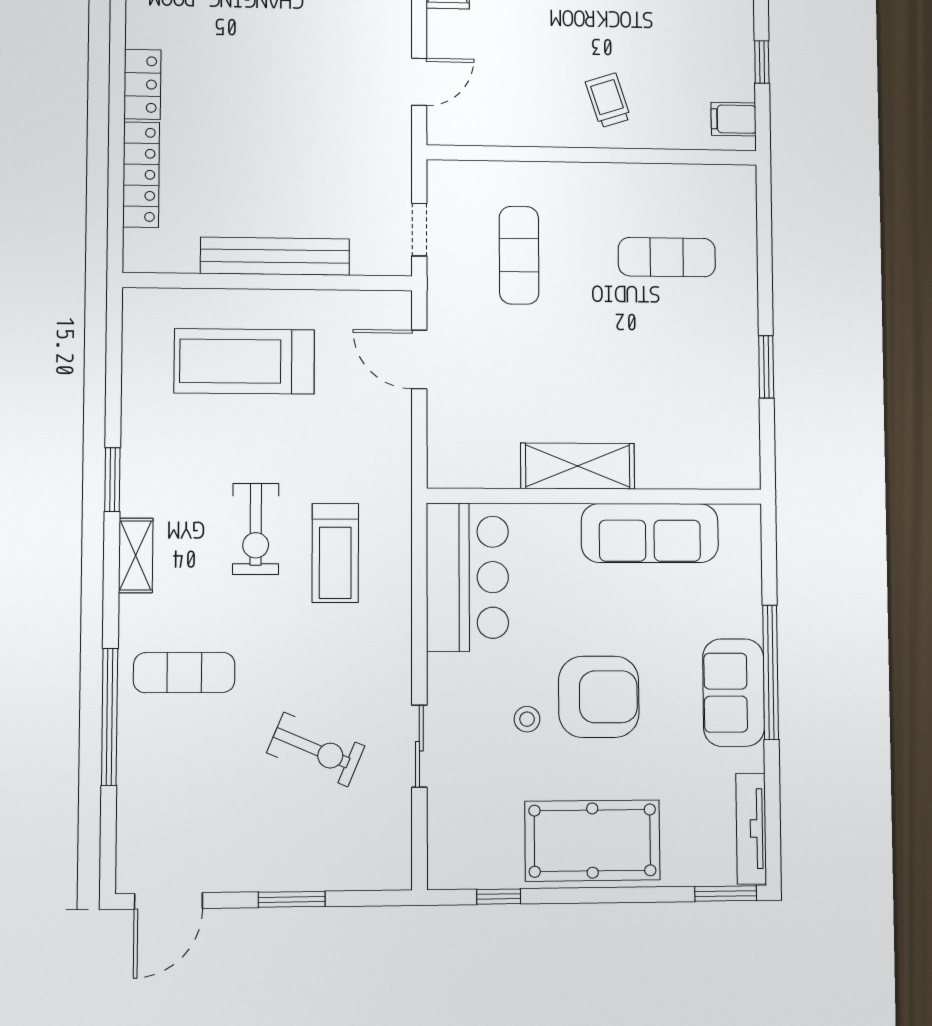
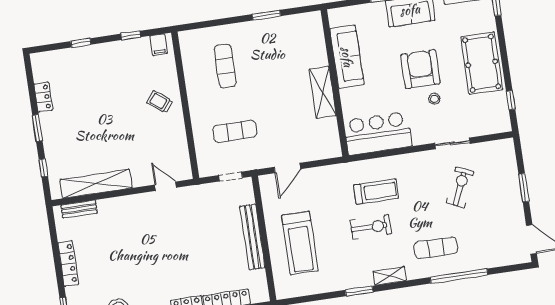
trolley: (608, 100) -> (160, 102), turned 55
exercise mat: (184, 673) -> (436, 248), turned 90

